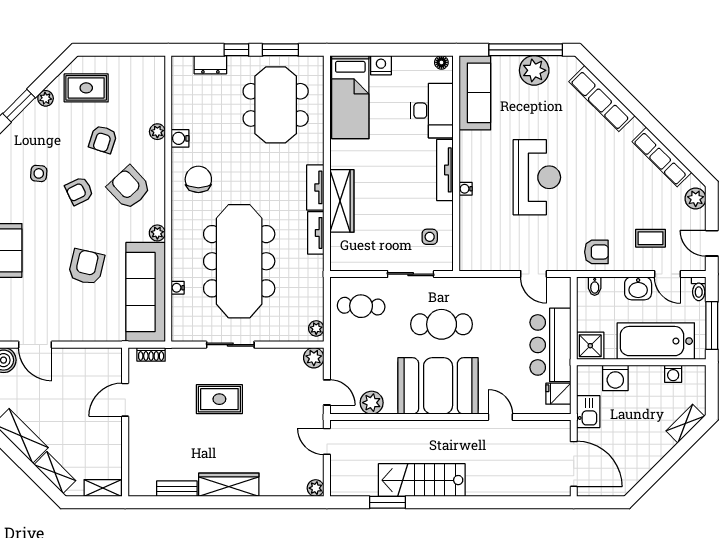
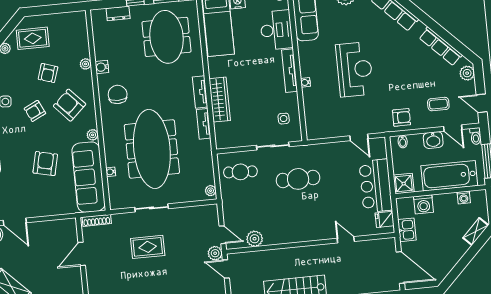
shoe rack: (151, 354) -> (97, 220), width x1.43
plant: (314, 358) -> (215, 253), moved
booth: (438, 386) -> (300, 222), removed

